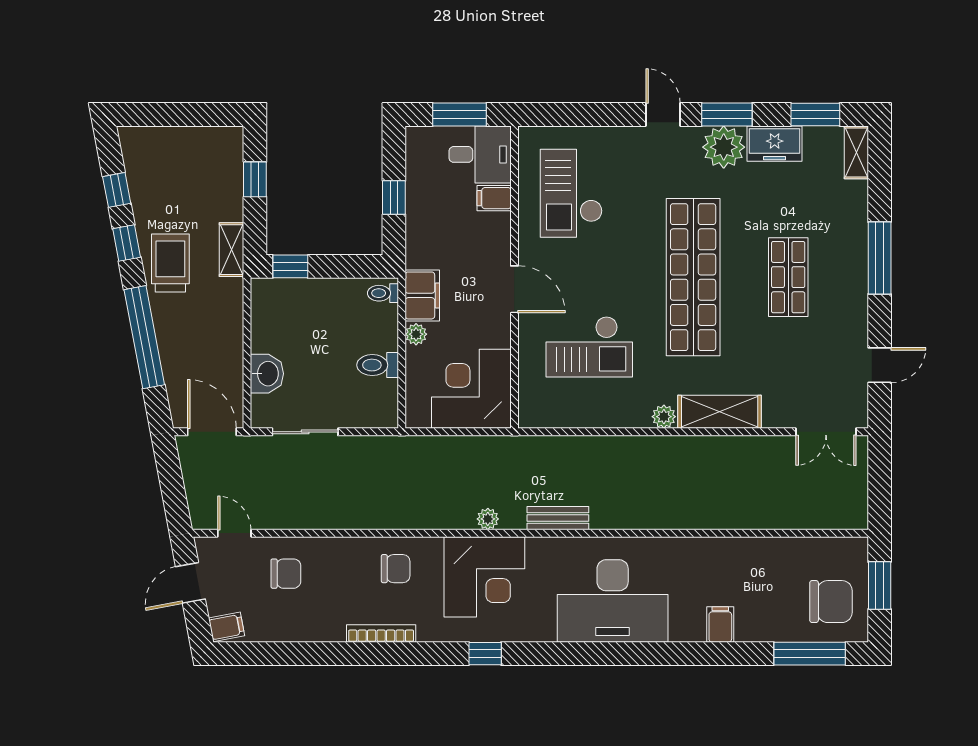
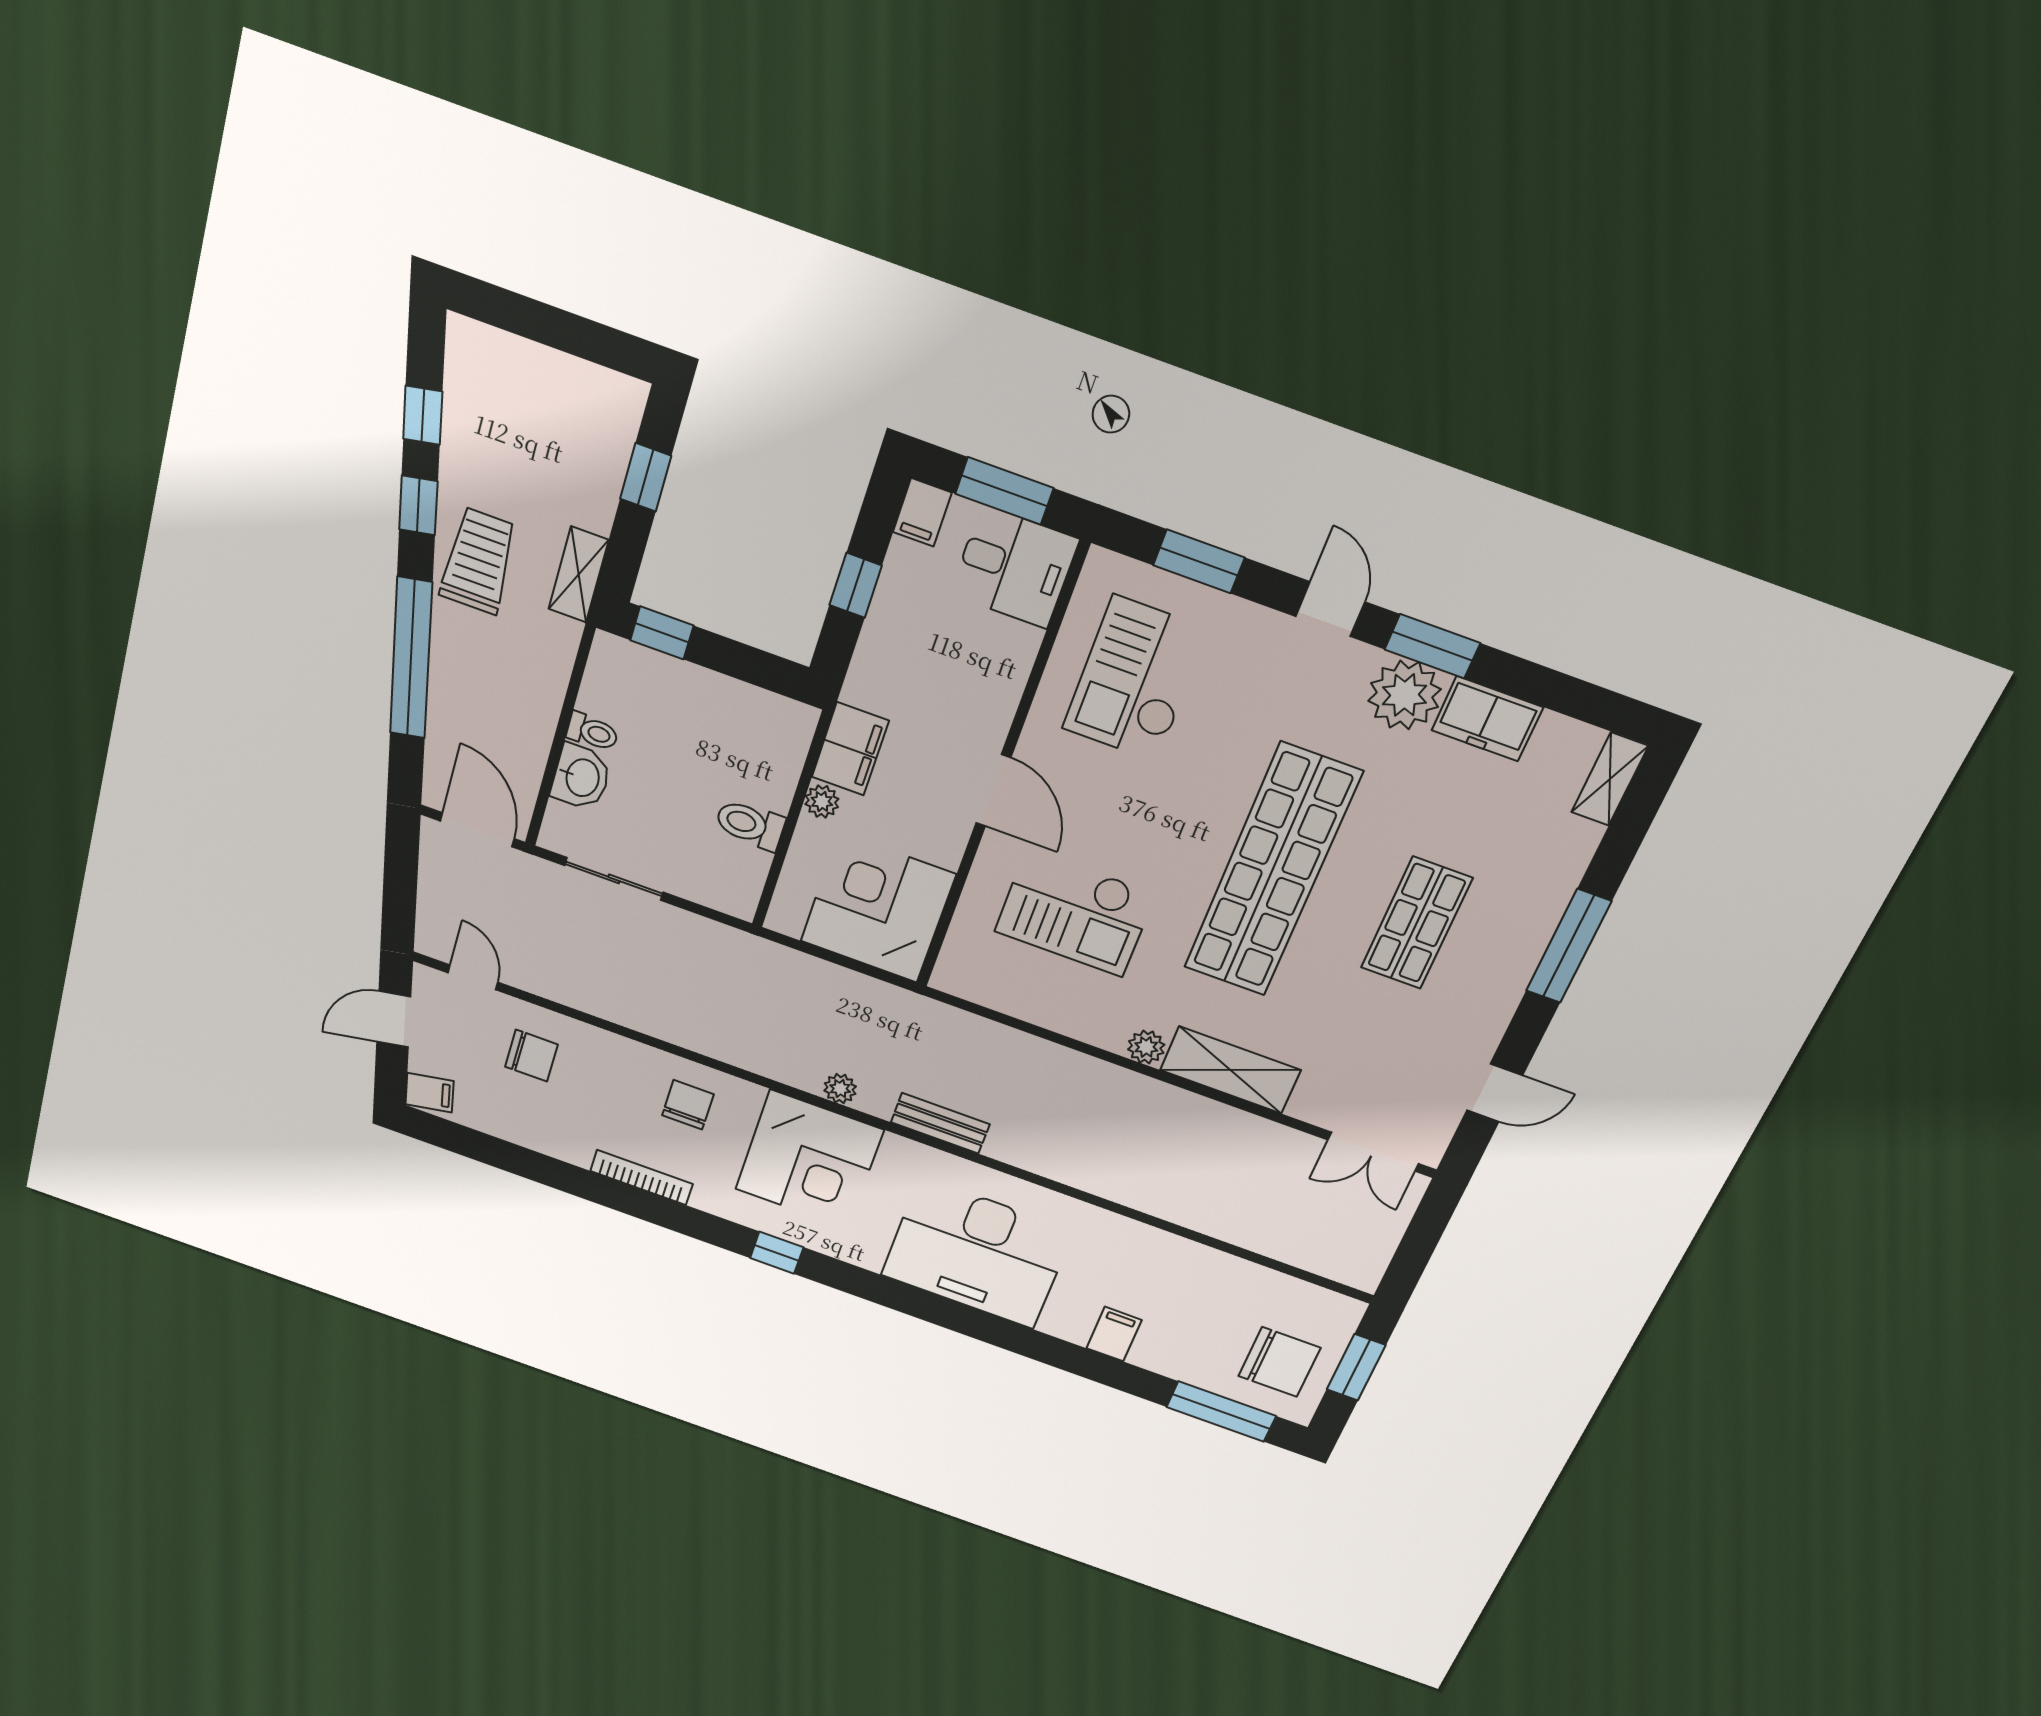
window: (815, 115) -> (1199, 561), moved
filing cabinet: (494, 198) -> (922, 512), moved, turned -90
toilet: (383, 293) -> (592, 732), moved, turned 180
chair: (396, 569) -> (688, 1105), turned -90

